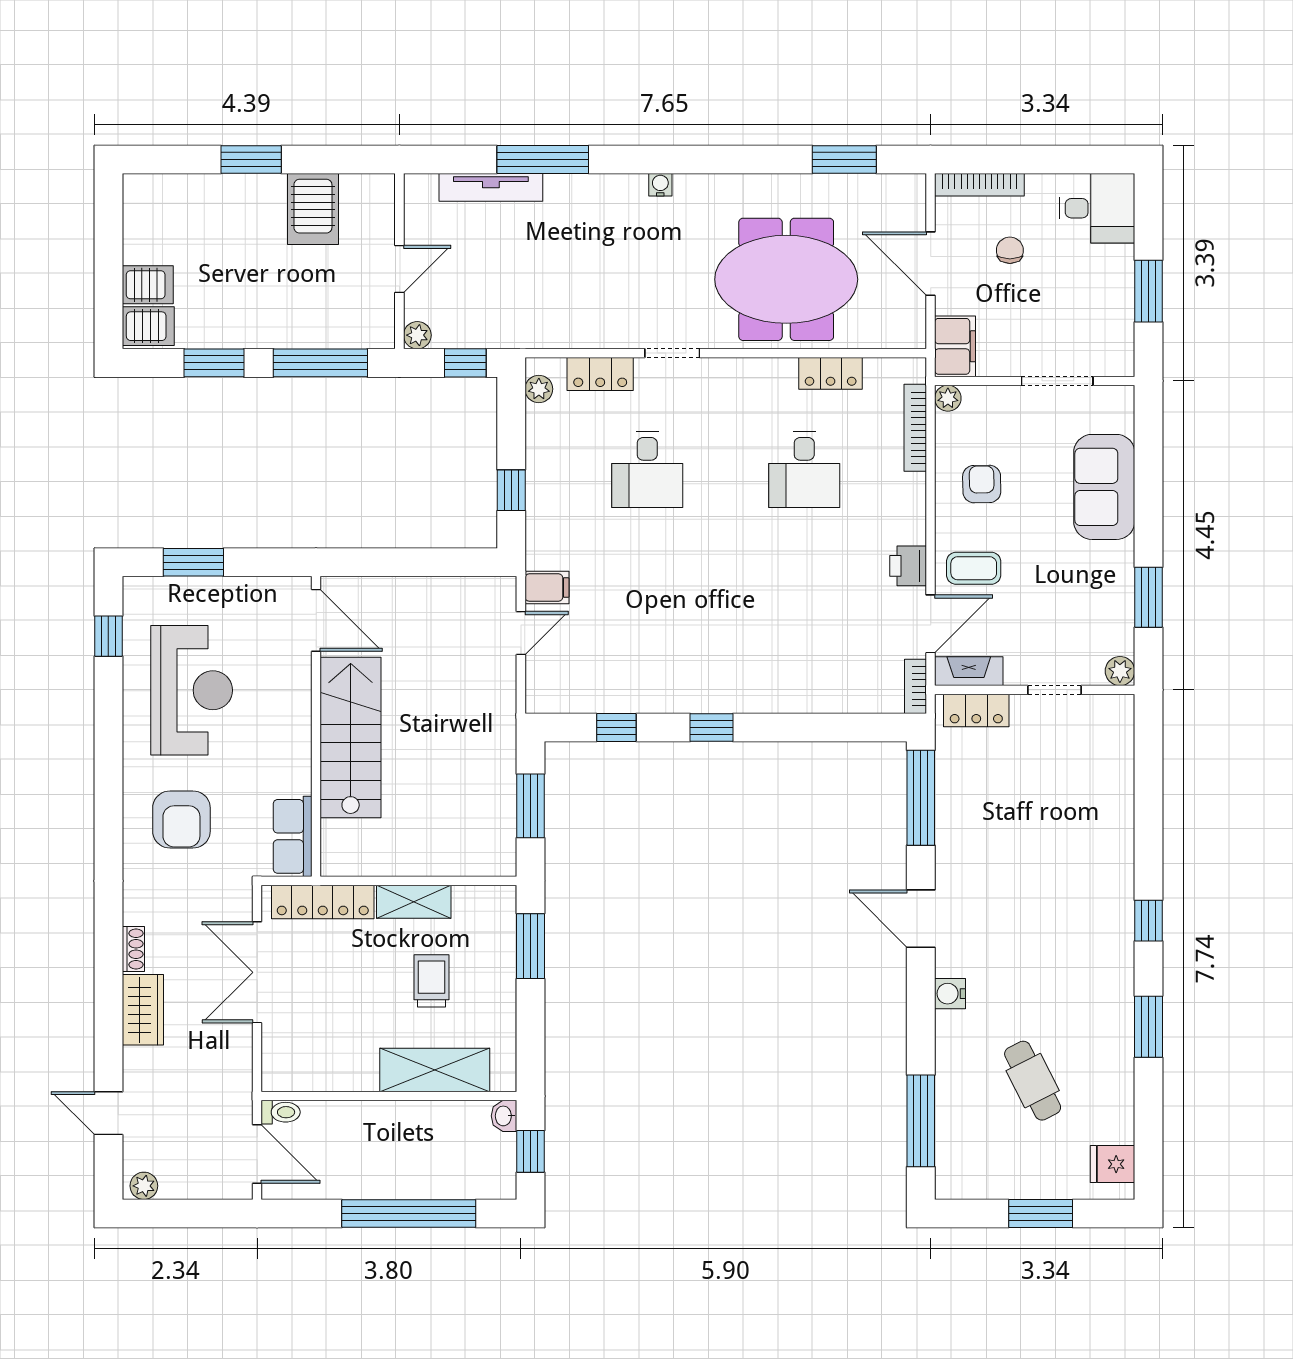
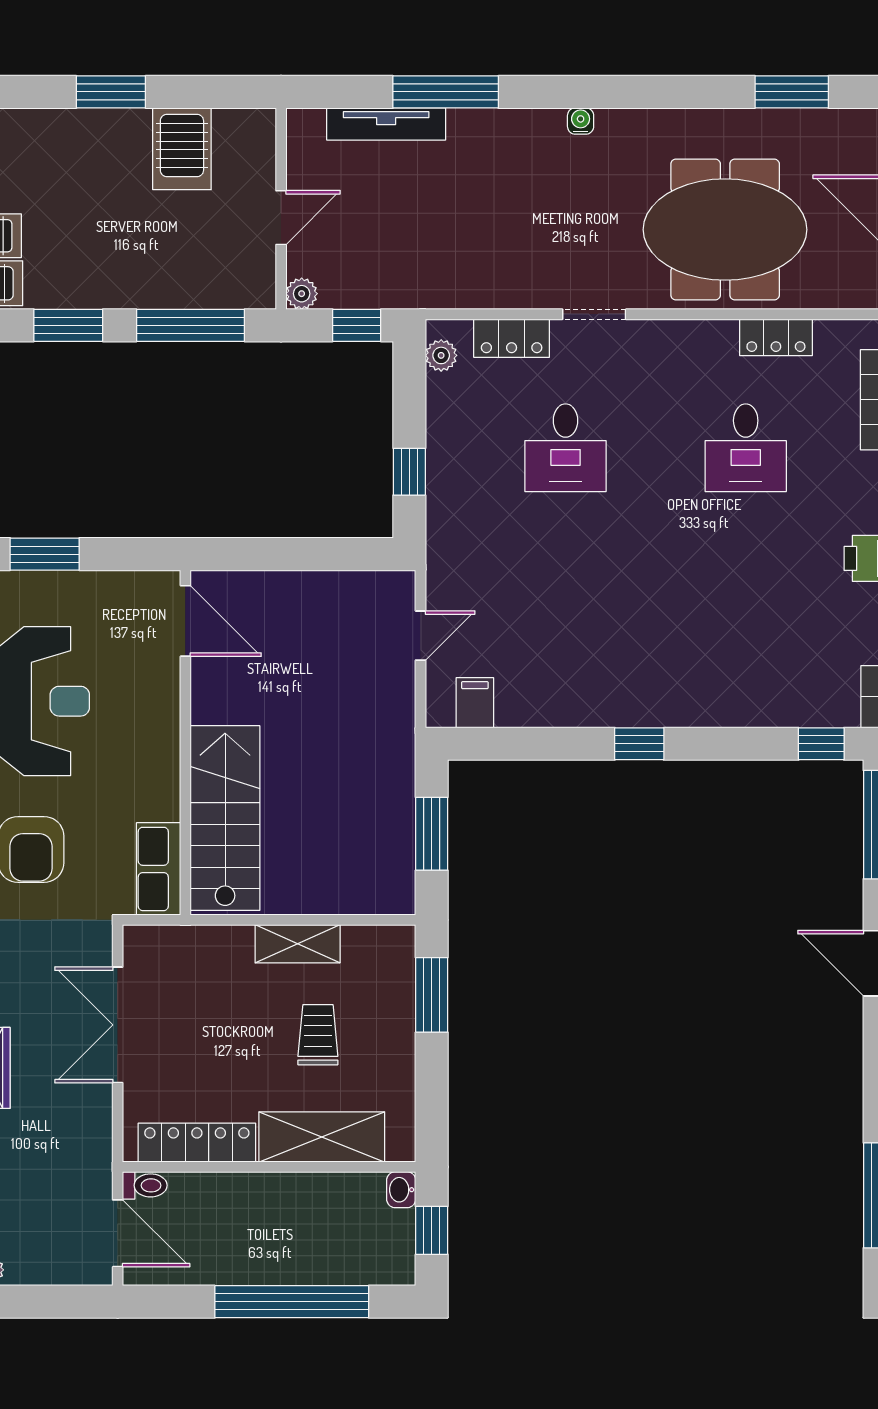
filing cabinet: (547, 588) -> (475, 703), moved, turned -90
window: (616, 727) -> (821, 744), moved
stairs: (351, 737) -> (225, 818), moved
locker: (323, 902) -> (197, 1143), moved, turned 180

